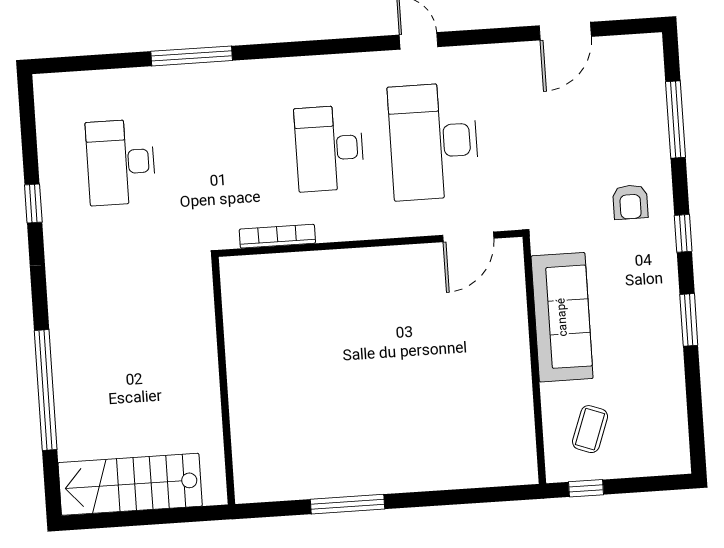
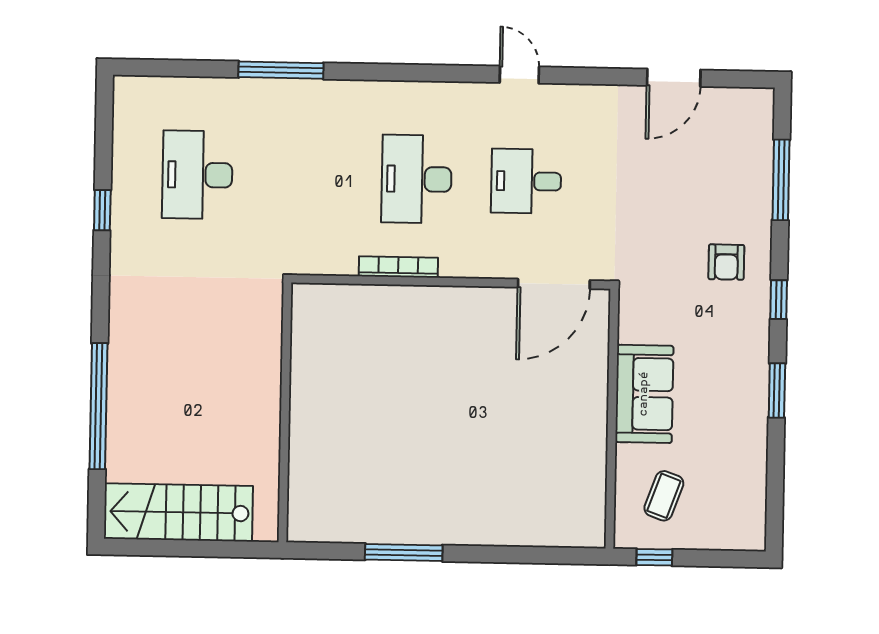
desk: (434, 141) -> (526, 181), width x0.53, depth x0.77
bookcase: (277, 236) -> (398, 267), moved
door: (468, 237) -> (554, 284), width x1.36
sofa: (562, 317) -> (644, 394), width x0.73

